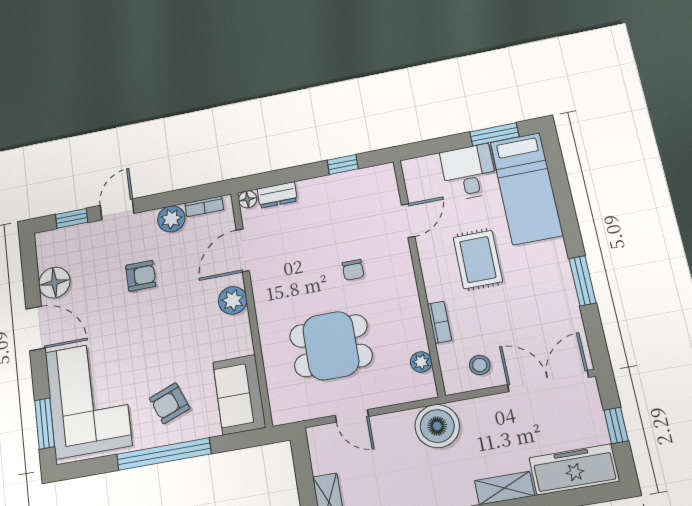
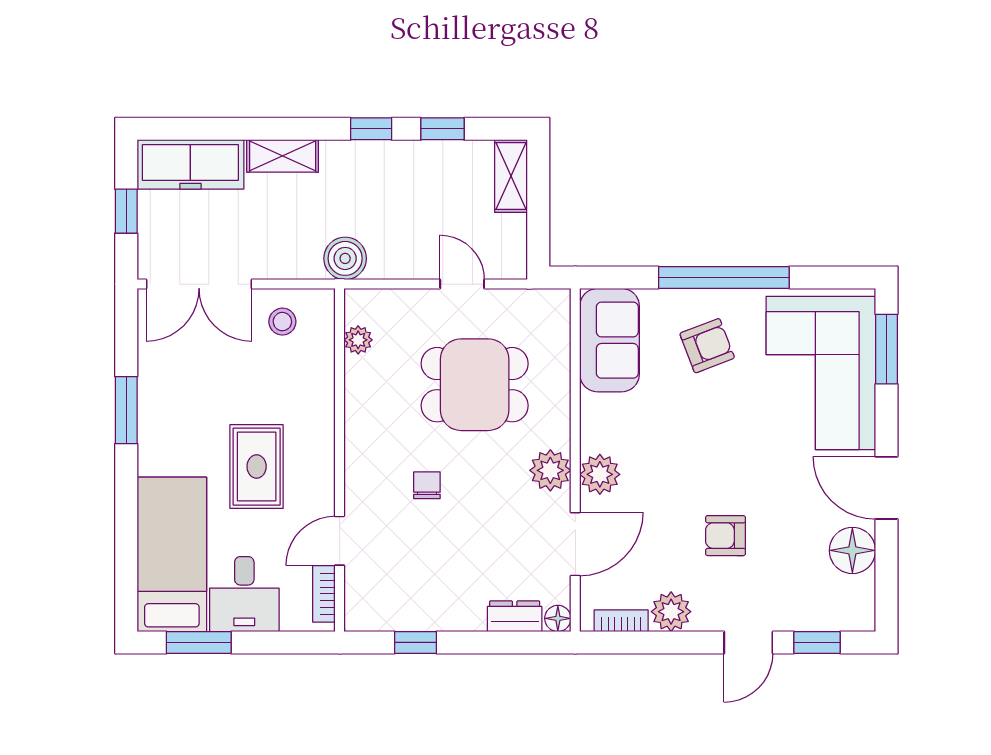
plant: (268, 296) -> (550, 470), added
bookcase: (440, 322) -> (324, 594), moved
boiler: (437, 426) -> (345, 258), width x0.73, depth x0.73

